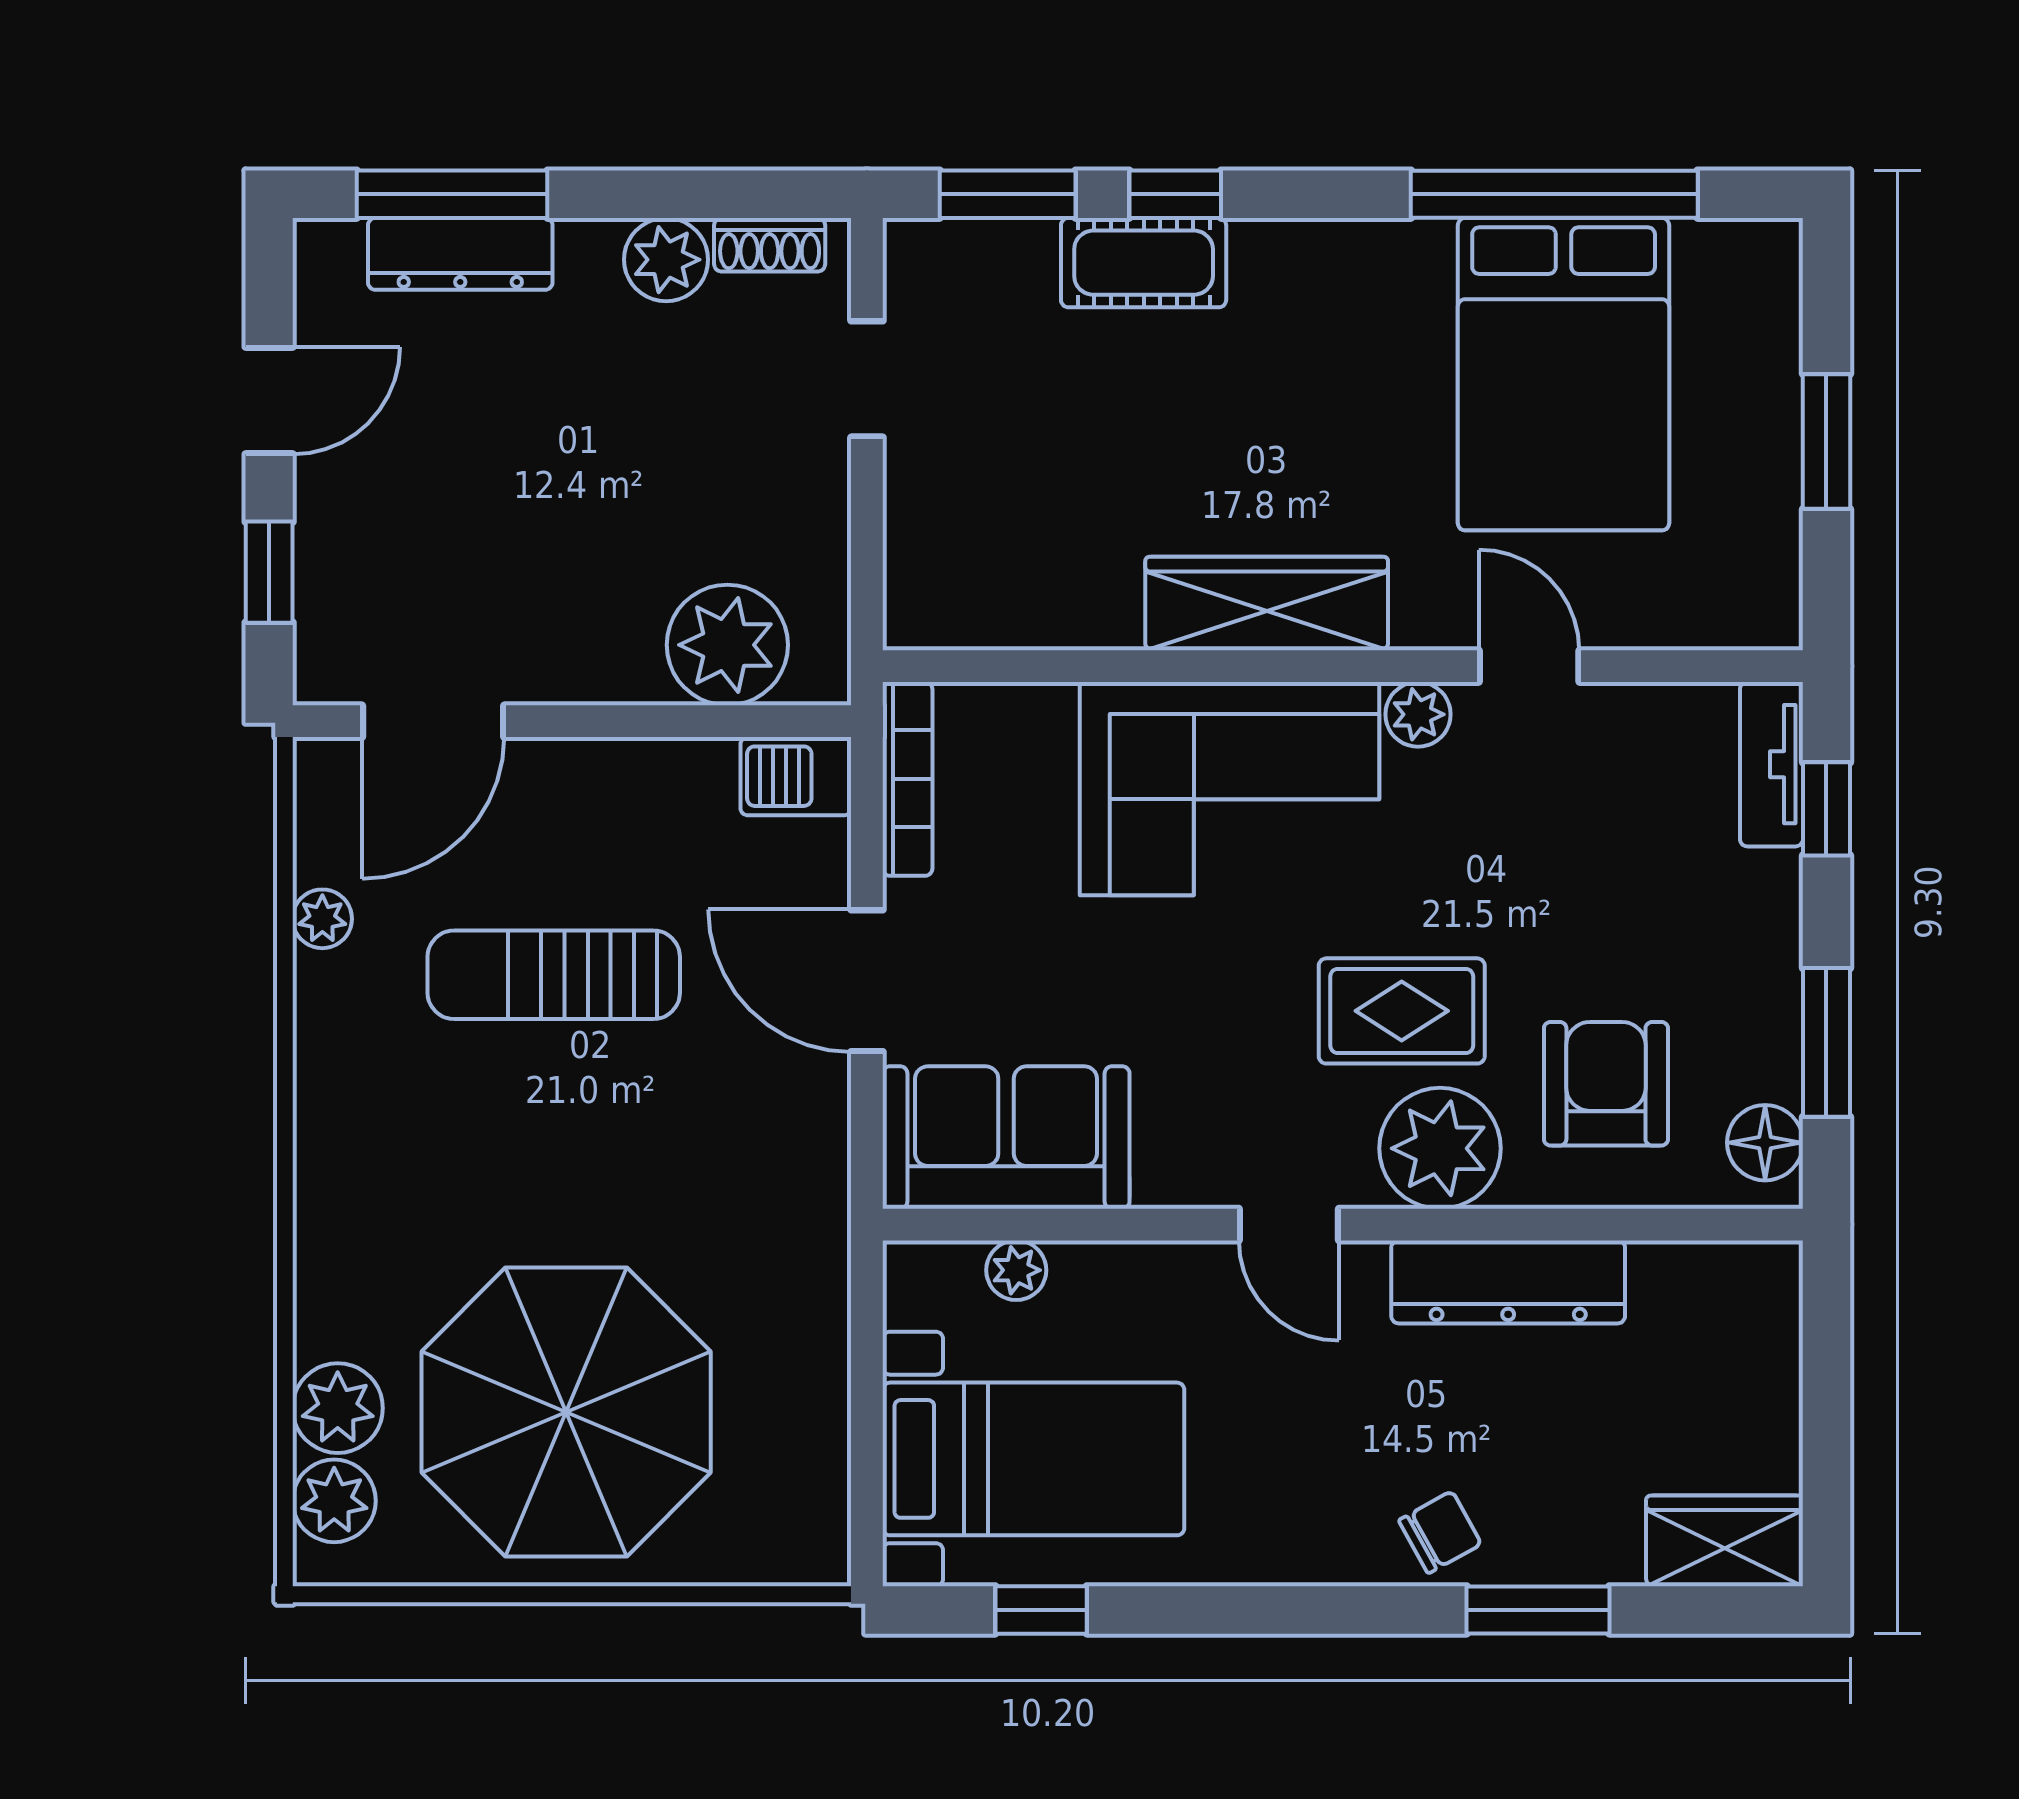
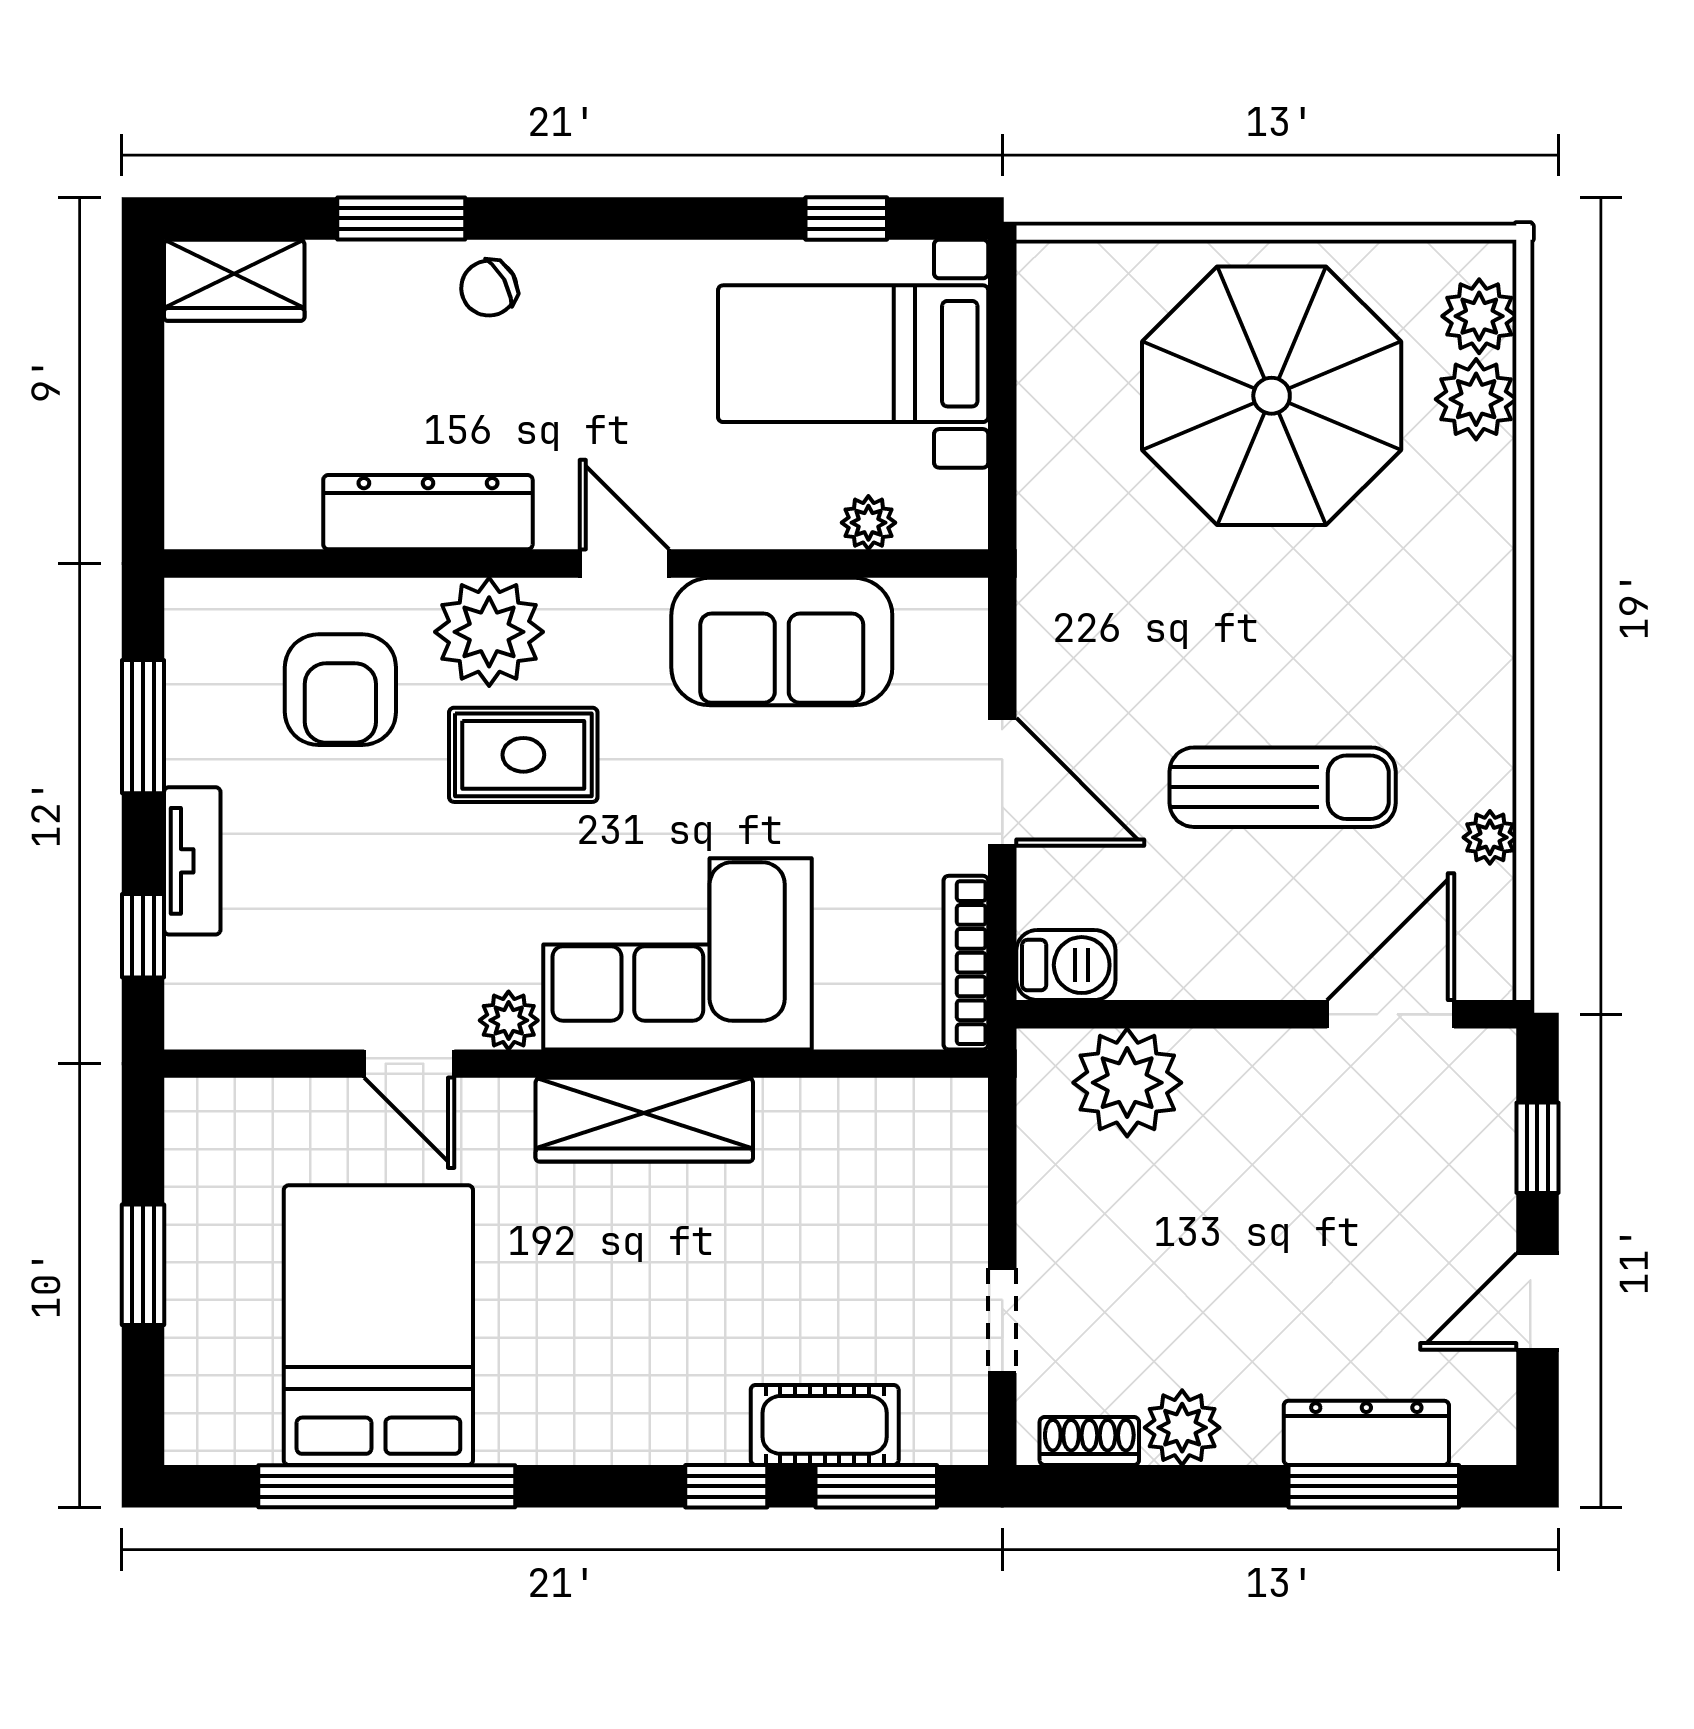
cot: (1144, 263) -> (825, 1425), moved
tv unit: (1771, 764) -> (192, 861), moved
sofa: (1006, 1137) -> (782, 642), moved
floor lamp: (1765, 1143) -> (198, 637), removed

